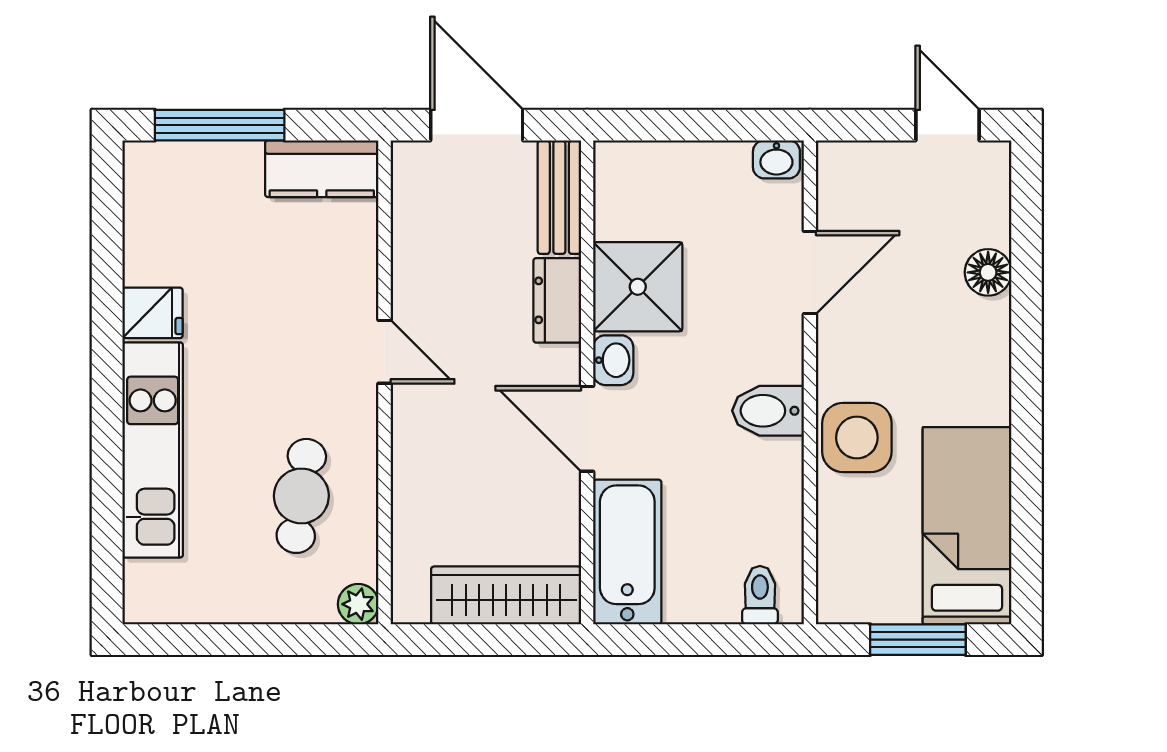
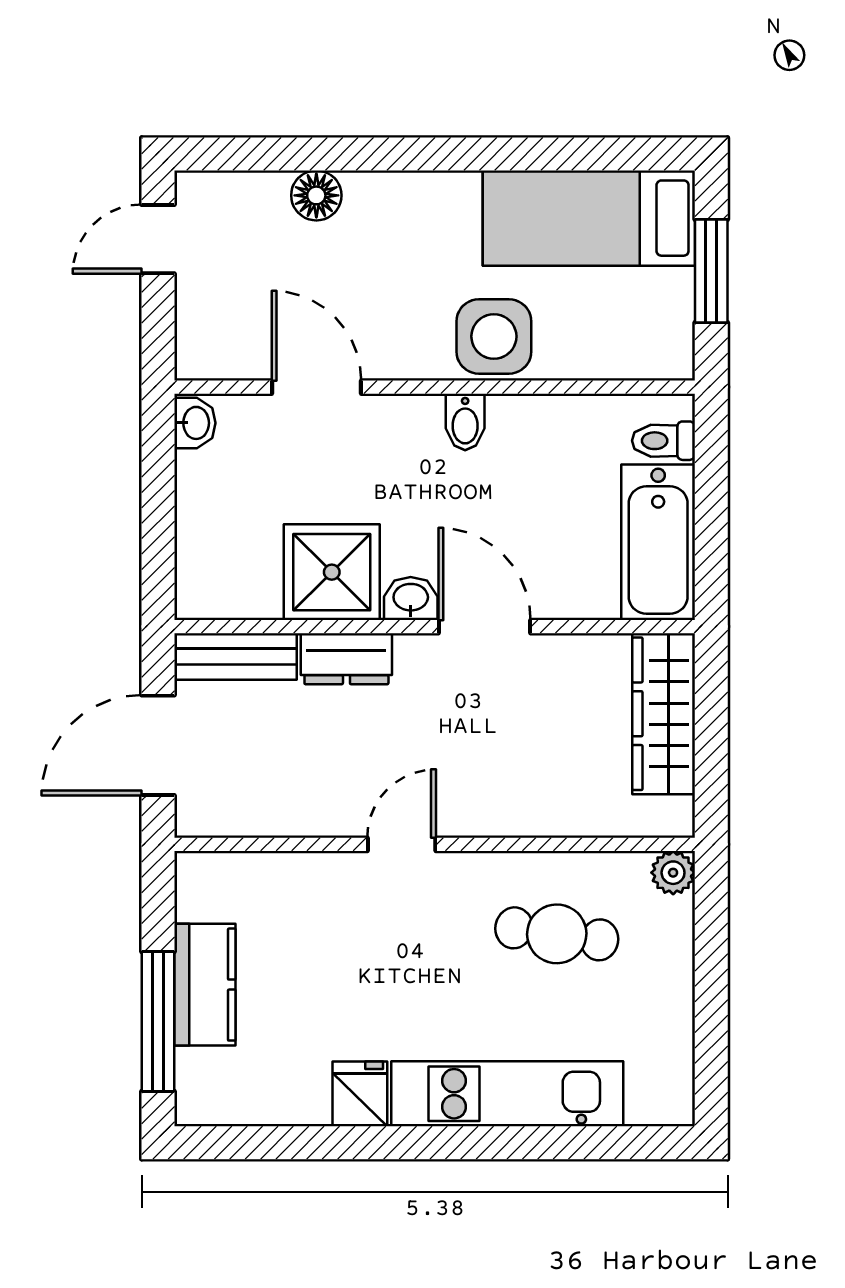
kitchen counter: (322, 169) -> (205, 985), moved
bidet: (768, 411) -> (465, 422), width x0.72, depth x0.74
door: (587, 429) -> (485, 627), swing flipped
bathtub: (627, 552) -> (658, 542), moved, turned -90

